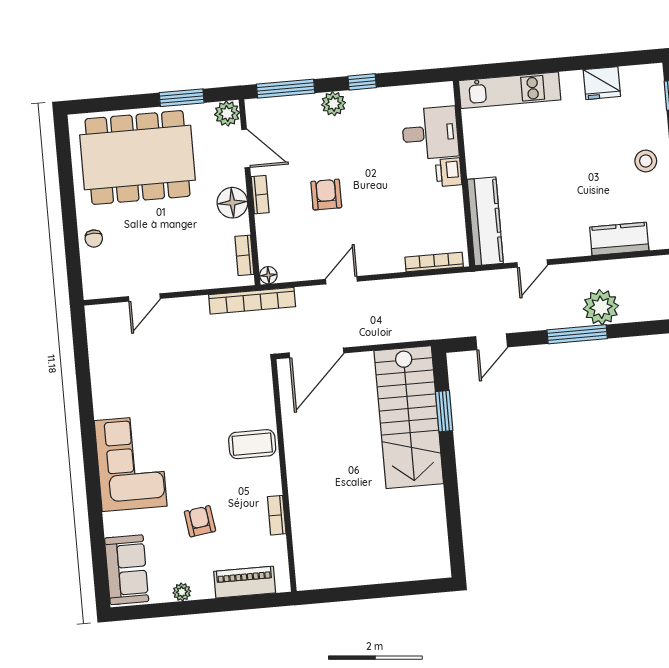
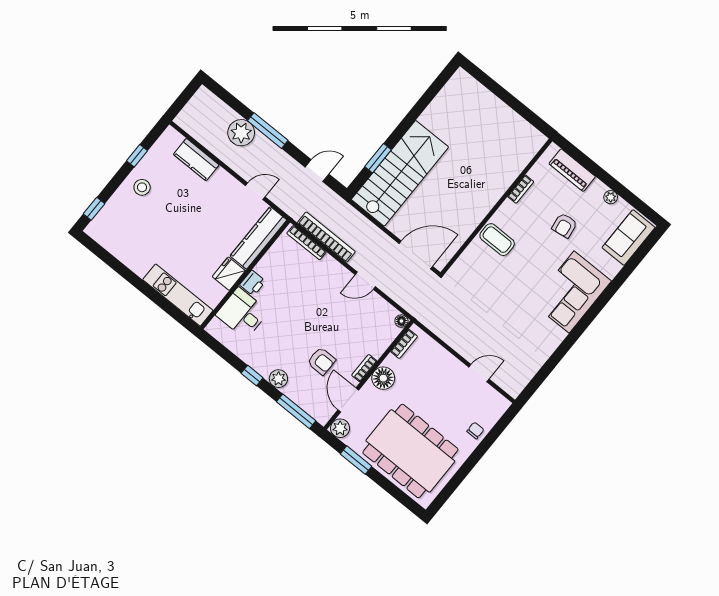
fridge: (602, 83) -> (229, 274), moved, turned -90
armchair: (326, 195) -> (321, 361), moved, turned -90
bookcase: (252, 301) -> (326, 237), moved

